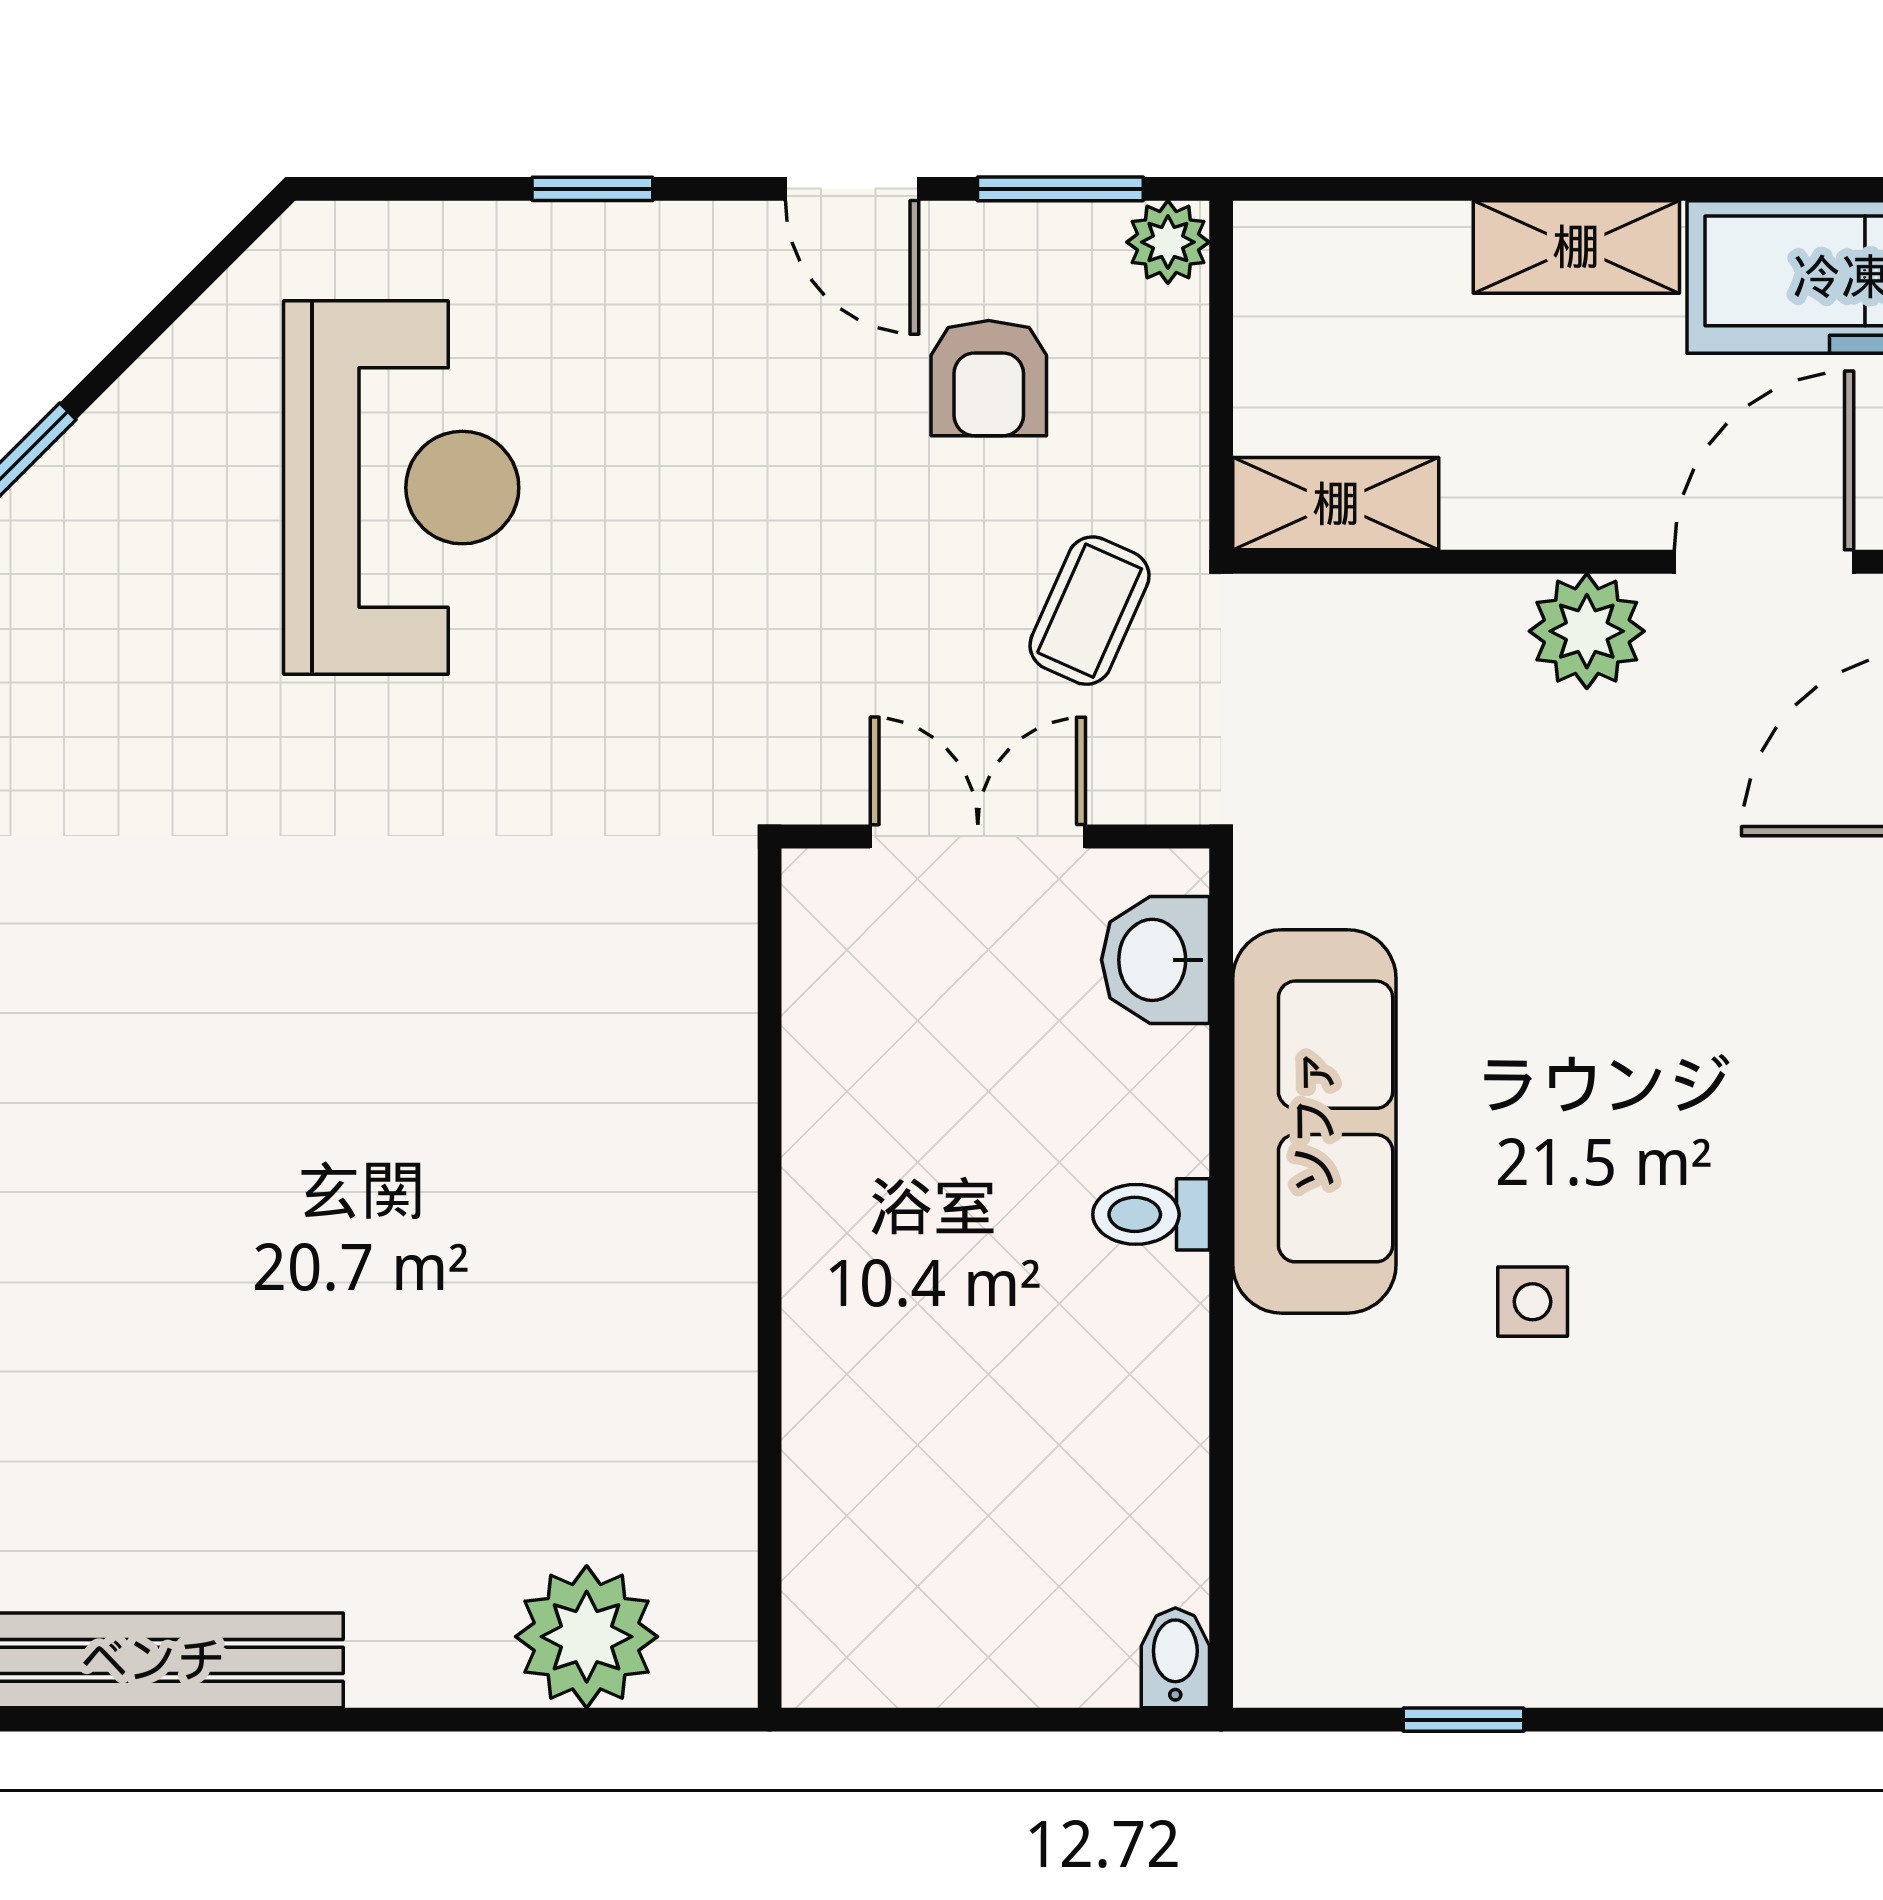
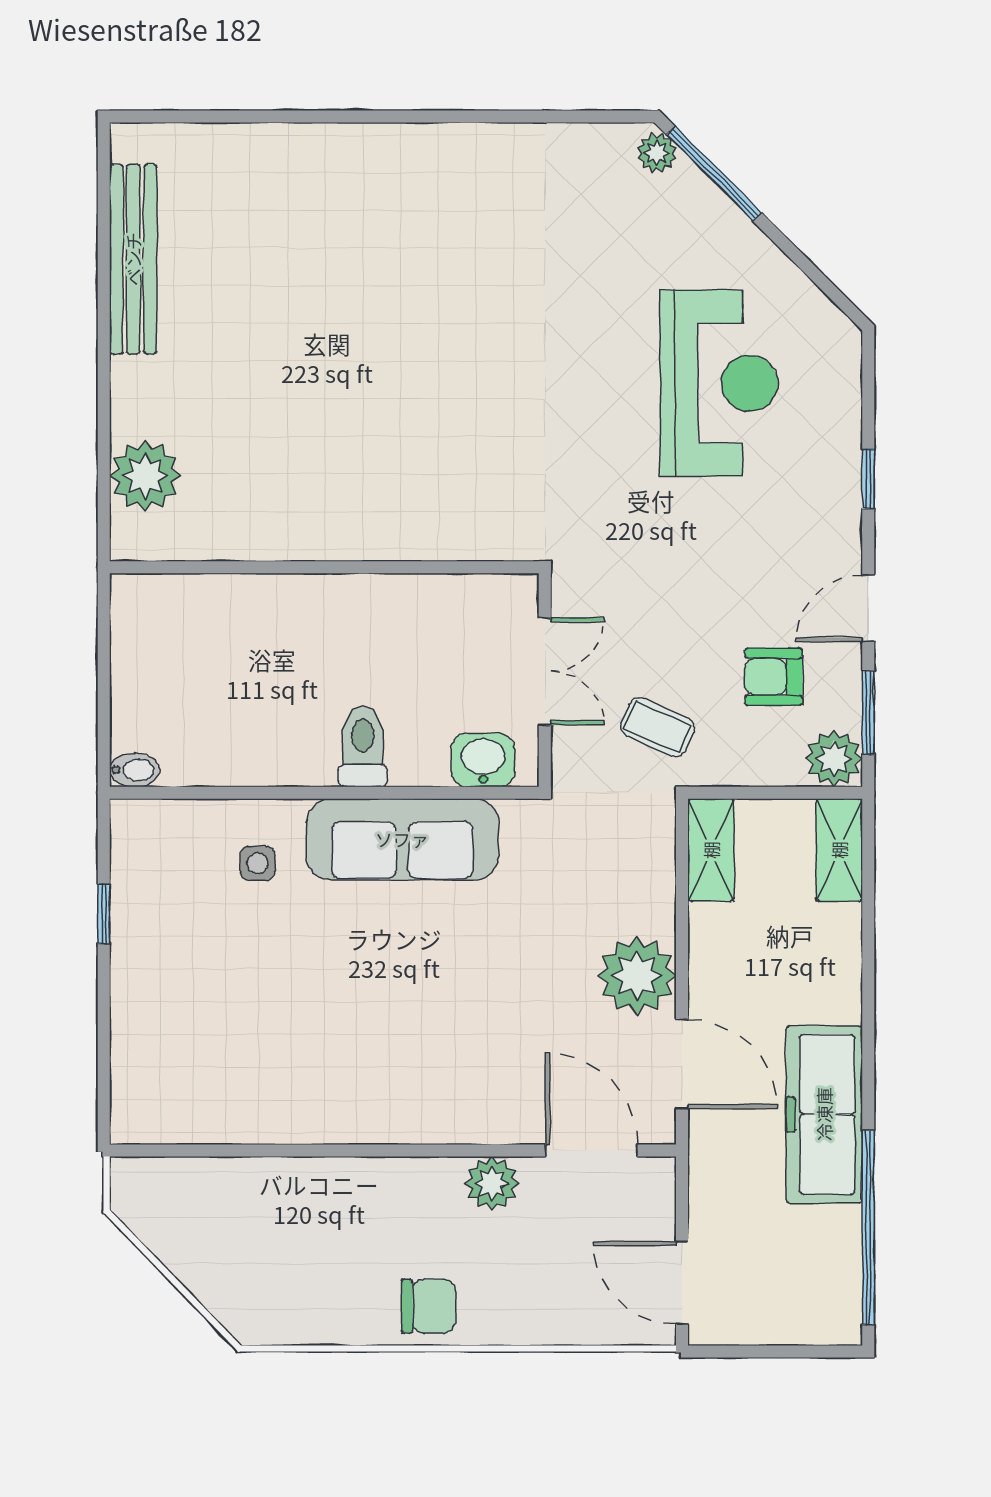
plant: (1168, 242) -> (834, 758), width x1.38, depth x1.38
shelving: (1576, 247) -> (839, 850), moved
reception desk: (401, 488) -> (719, 383), turned -90
plant: (1587, 631) -> (637, 975), width x1.36, depth x1.36
toilet: (1151, 1214) -> (363, 747), width x1.37, depth x1.39
side table: (1533, 1302) -> (258, 863), moved

